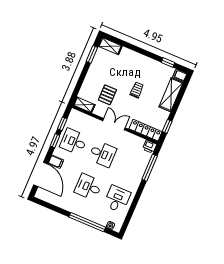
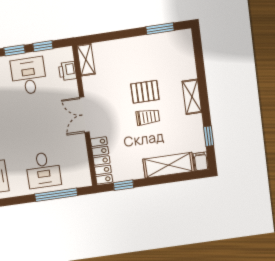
shelving: (110, 46) -> (192, 97), moved
pallet: (107, 95) -> (145, 92), moved
double door: (114, 124) -> (84, 115), swing flipped
printer: (150, 147) -> (68, 71), moved
desk: (102, 154) -> (43, 170), moved

